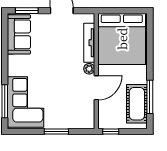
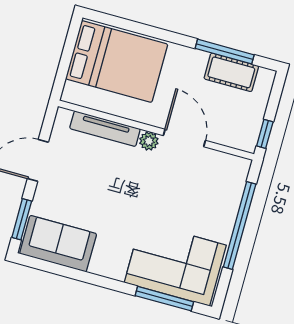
bed: (122, 39) -> (117, 61), width x0.73
cot: (137, 104) -> (231, 72), width x0.73, depth x0.75
window: (56, 132) -> (240, 225), width x2.11

